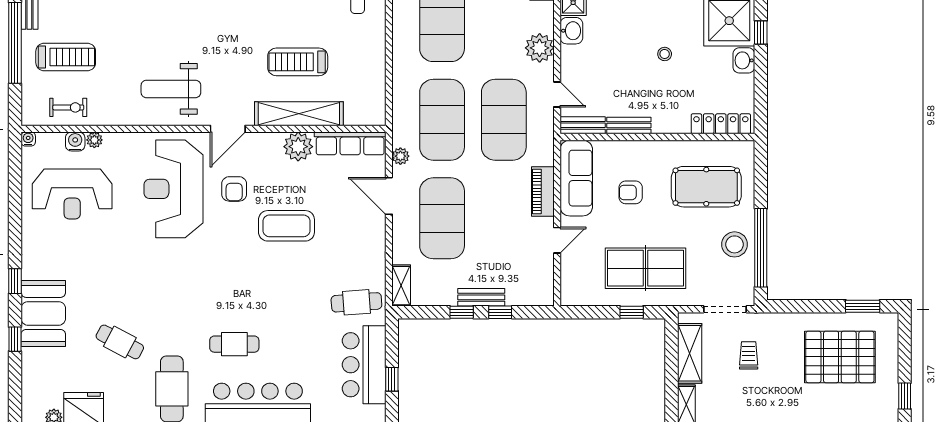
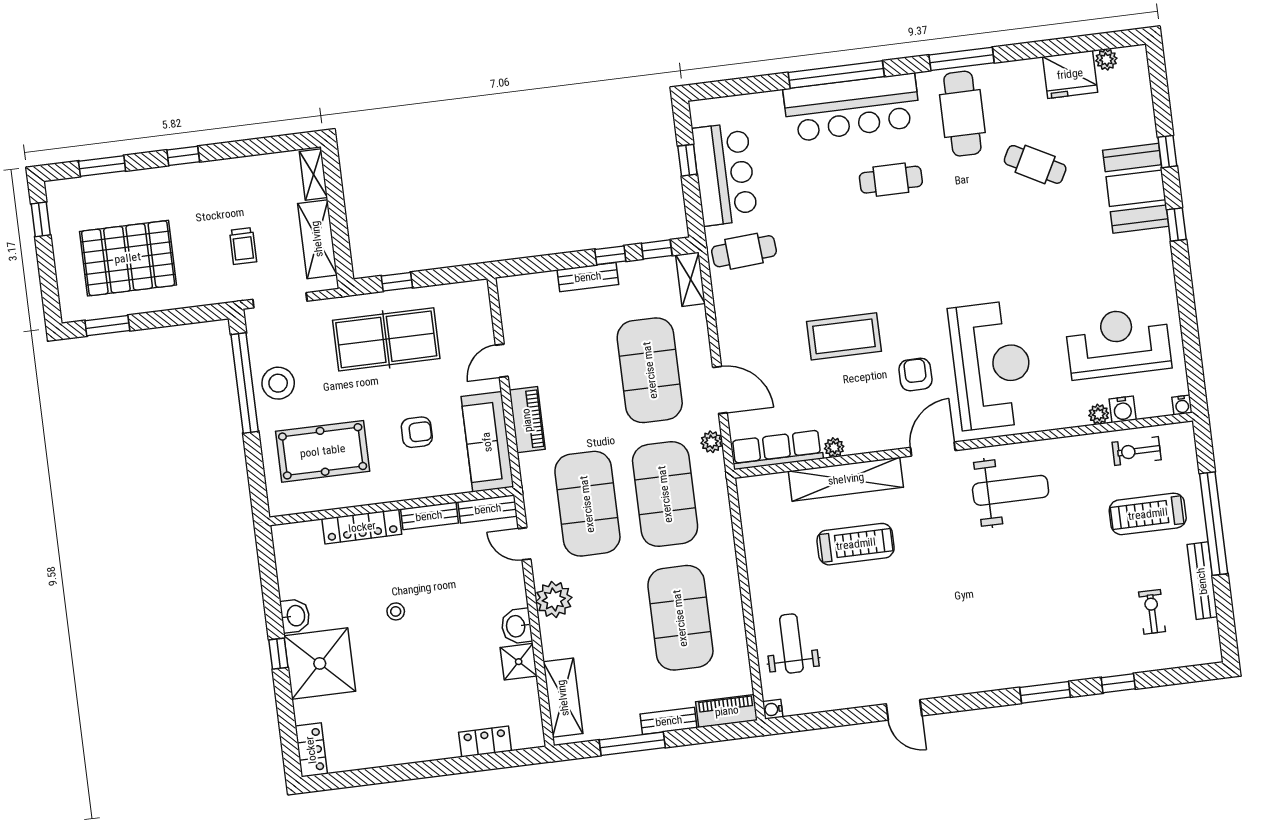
locker: (721, 124) -> (362, 527), moved
plant: (298, 147) -> (834, 447), width x0.53, depth x0.53
window: (500, 312) -> (657, 249), moved

